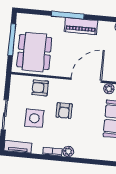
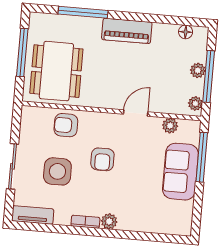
window: (68, 15) -> (83, 12), moved
door: (86, 80) -> (136, 113), width x0.53

